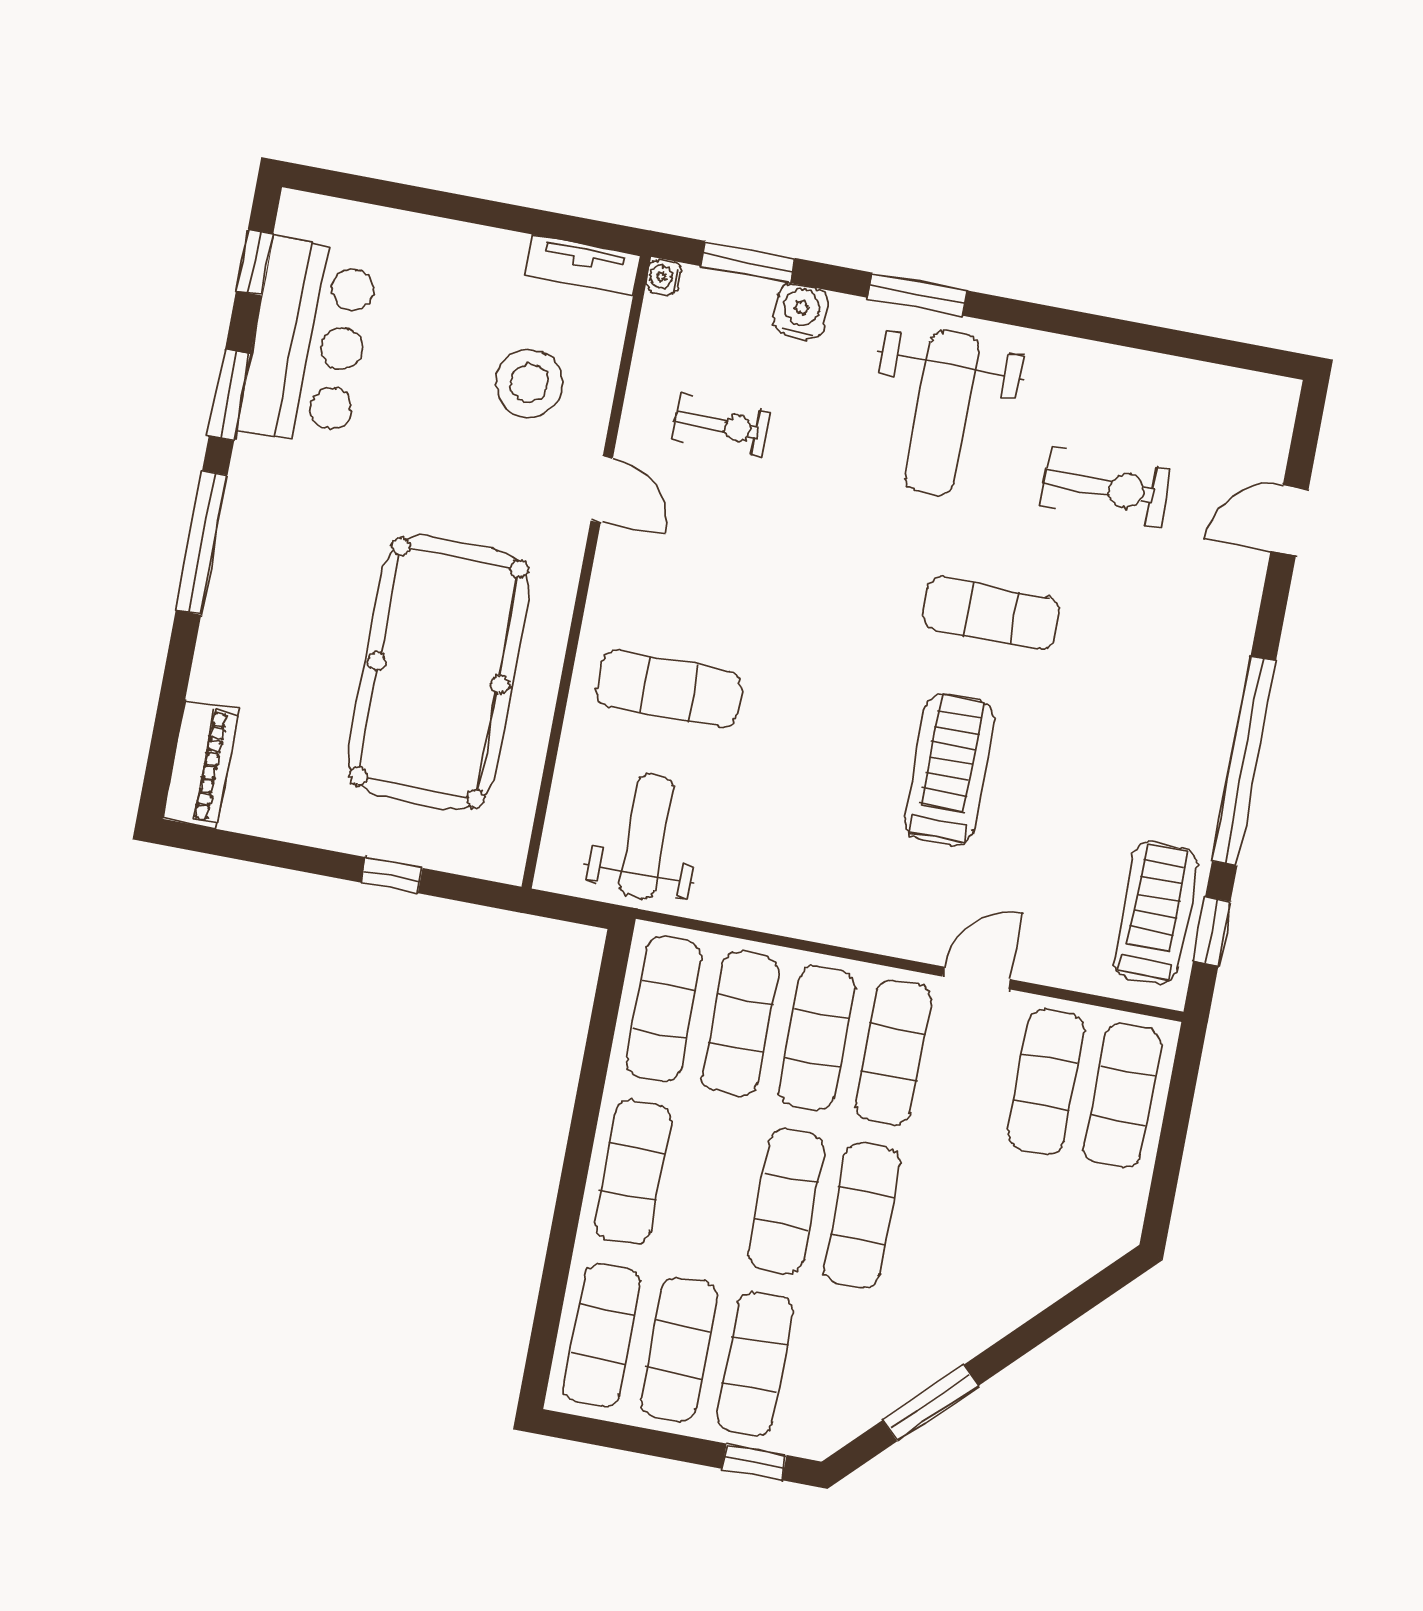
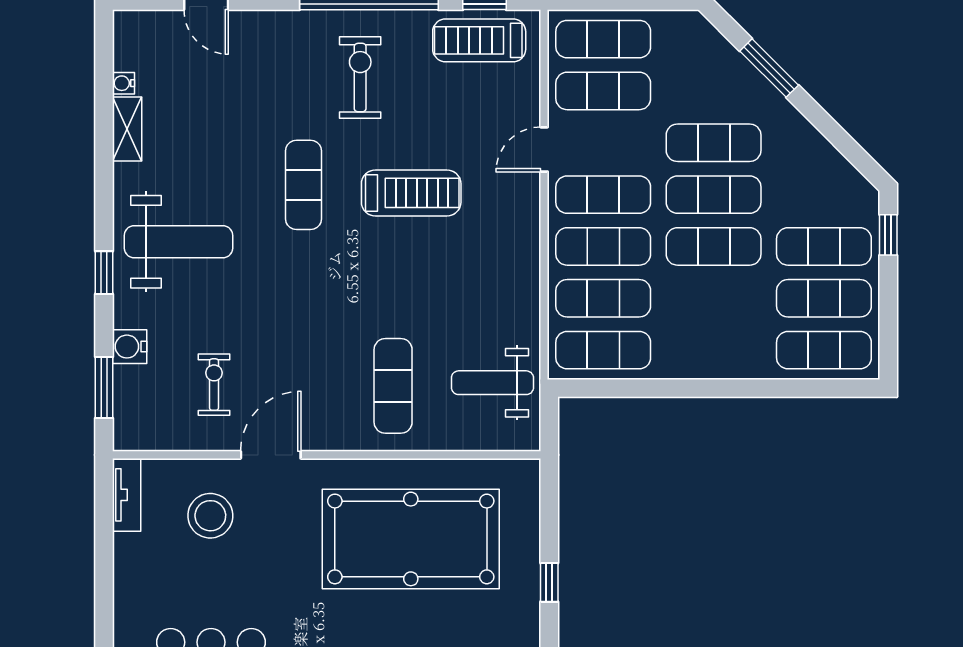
water cooler: (664, 277) -> (123, 83), moved, turned 90
window: (917, 294) -> (104, 273), width x0.67
shelving: (1123, 368) -> (127, 129), added
exercise bike: (1105, 487) -> (360, 78), moved
door: (602, 489) -> (271, 455), width x1.38
treadmill: (949, 770) -> (411, 193), turned 180
window: (392, 875) -> (549, 582), moved
door: (976, 978) -> (544, 149), hinge flipped
exercise mat: (633, 1172) -> (714, 143), moved
window: (931, 1403) -> (769, 68), moved

